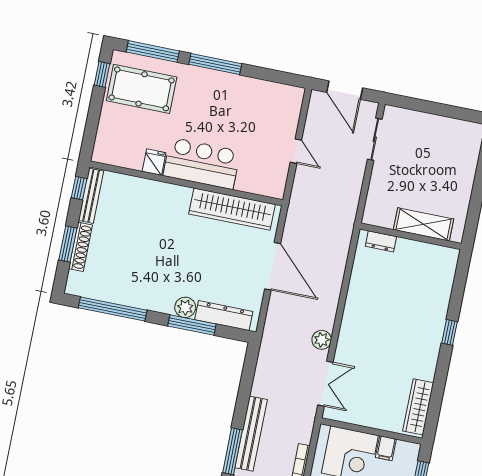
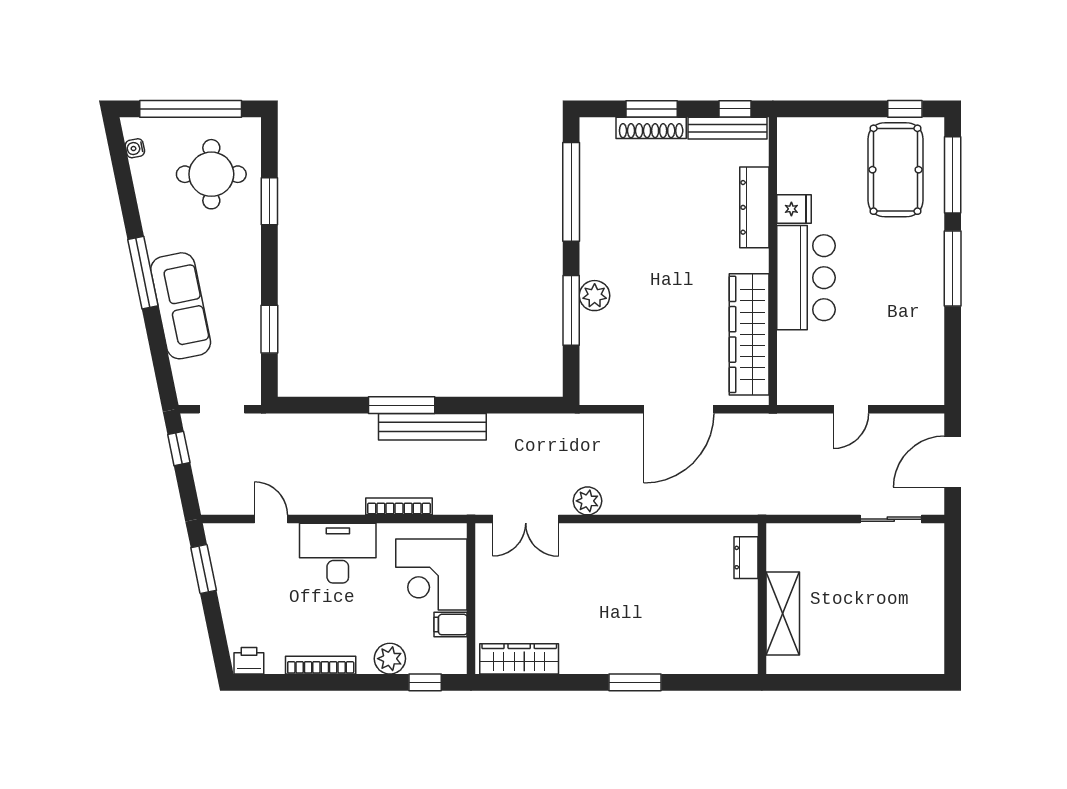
dresser: (224, 316) -> (754, 207), moved, turned 180
window: (450, 332) -> (635, 682), width x1.50

